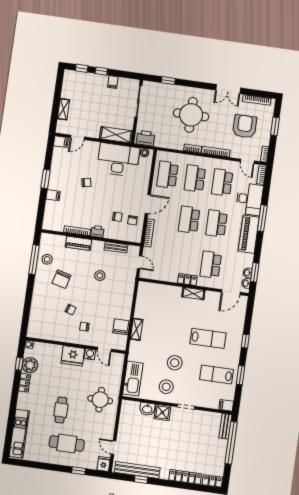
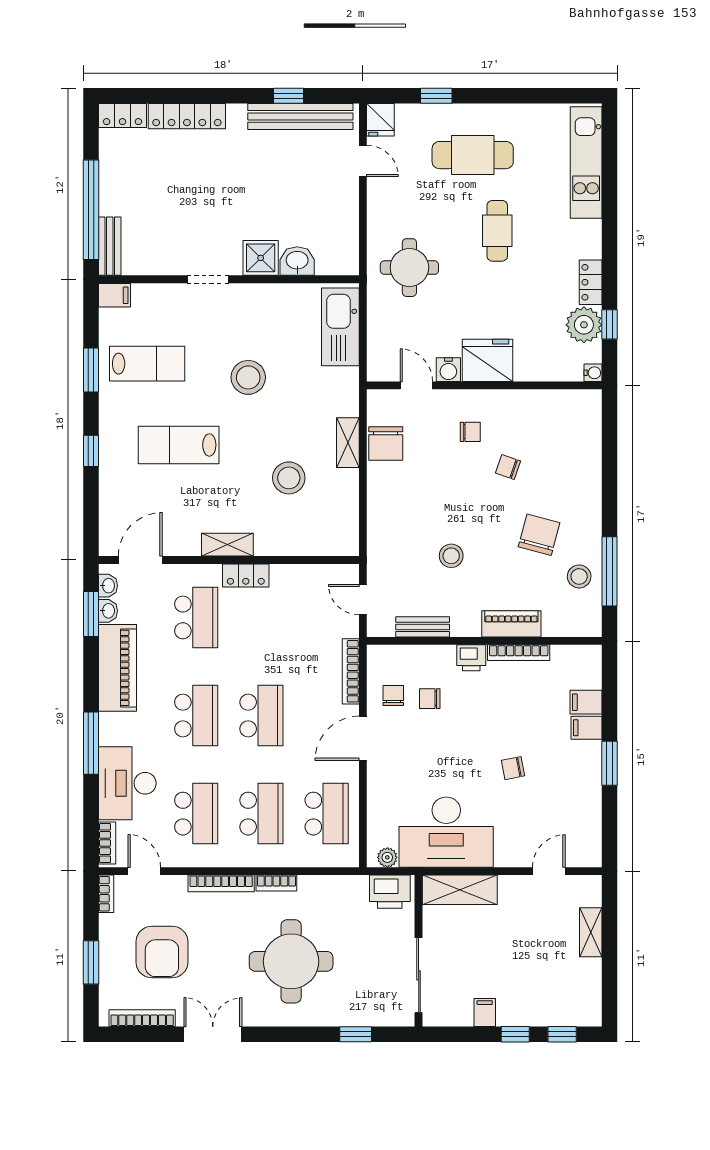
filing cabinet: (61, 142) -> (586, 702), moved
piano: (249, 234) -> (117, 668), moved
stool: (166, 387) -> (289, 478), moved

